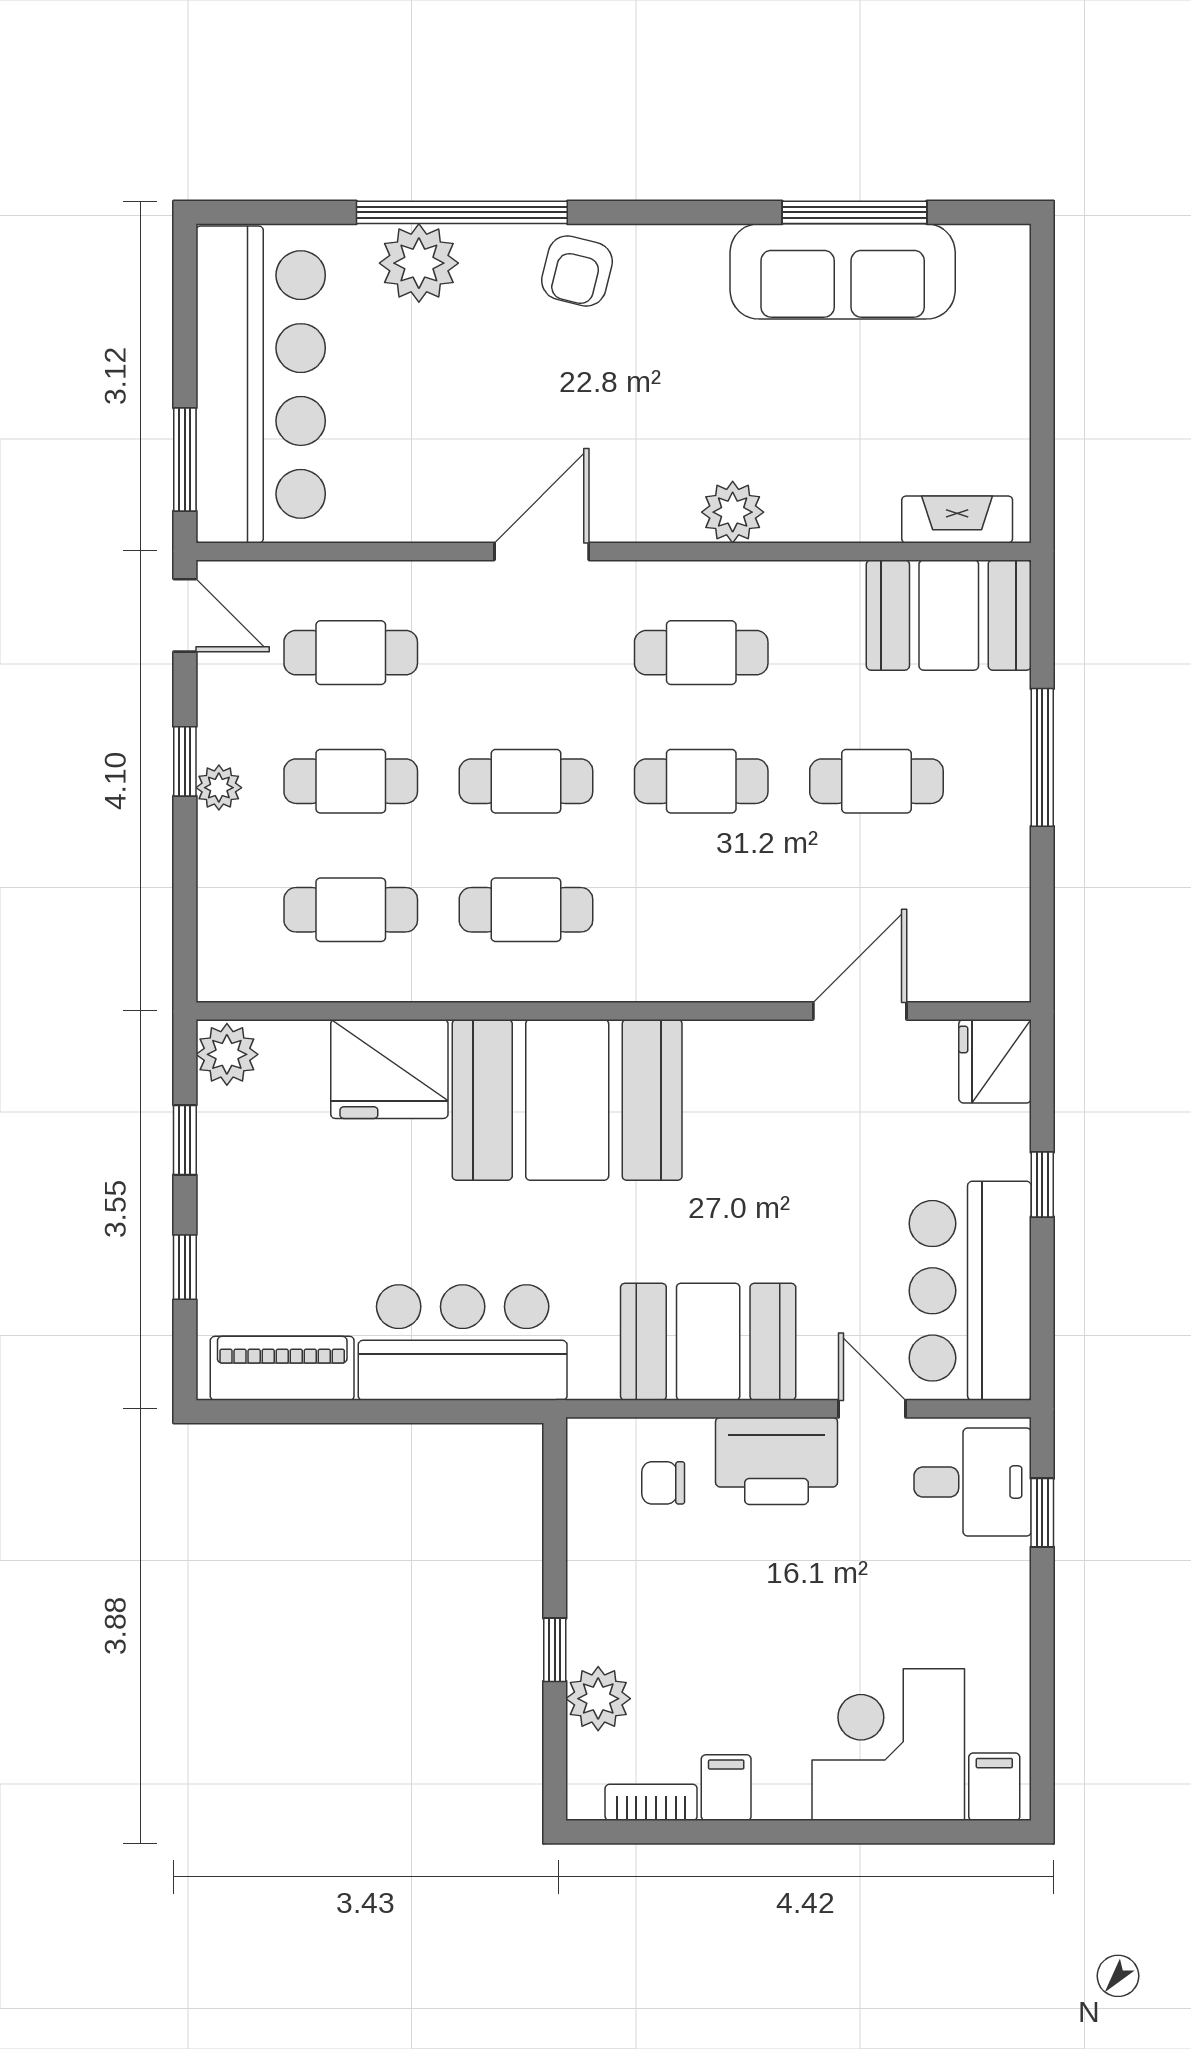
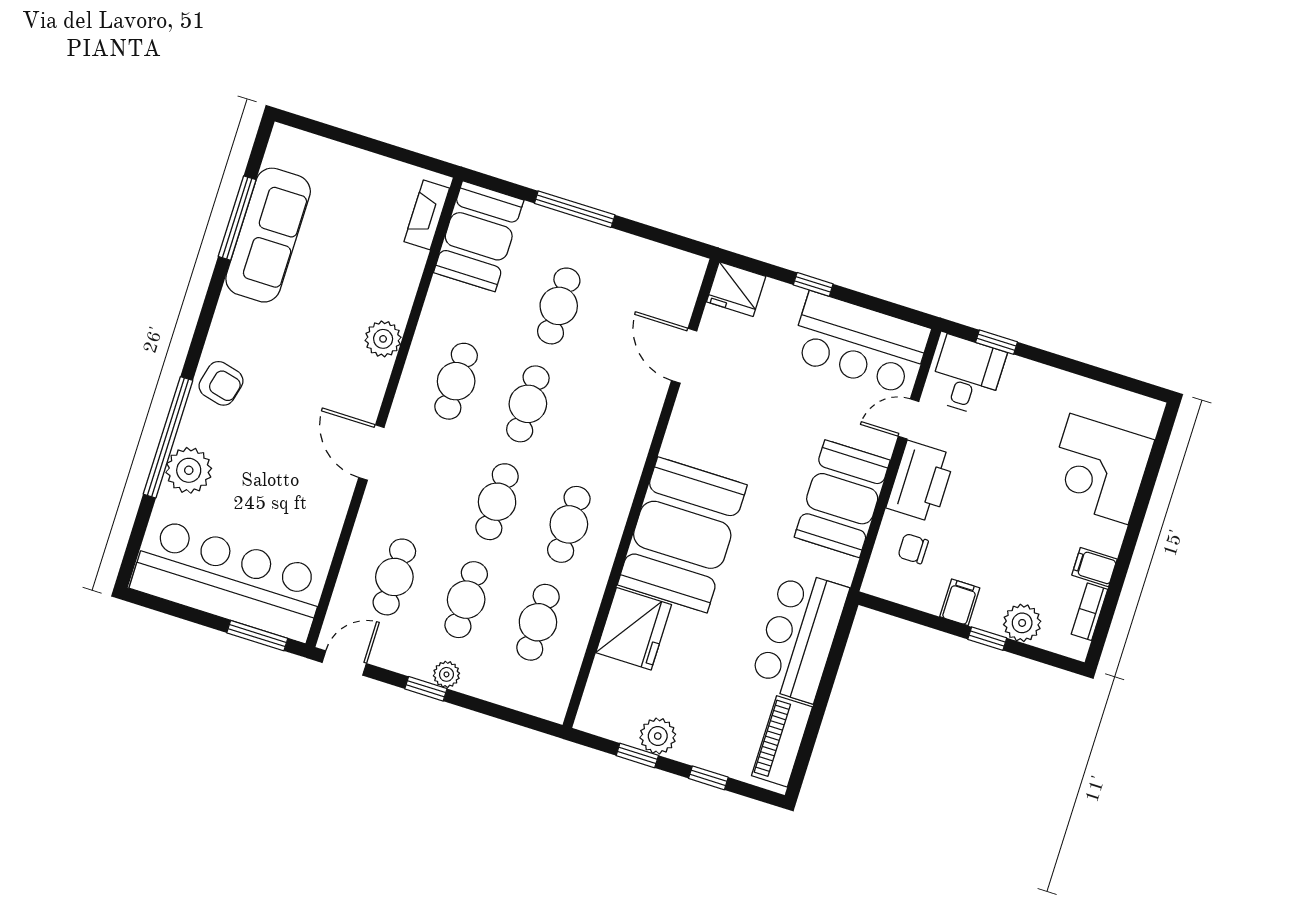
plant: (227, 1054) -> (658, 736), moved
chair: (663, 1483) -> (913, 549), turned 90
filing cabinet: (994, 1787) -> (960, 602), moved, turned 90

